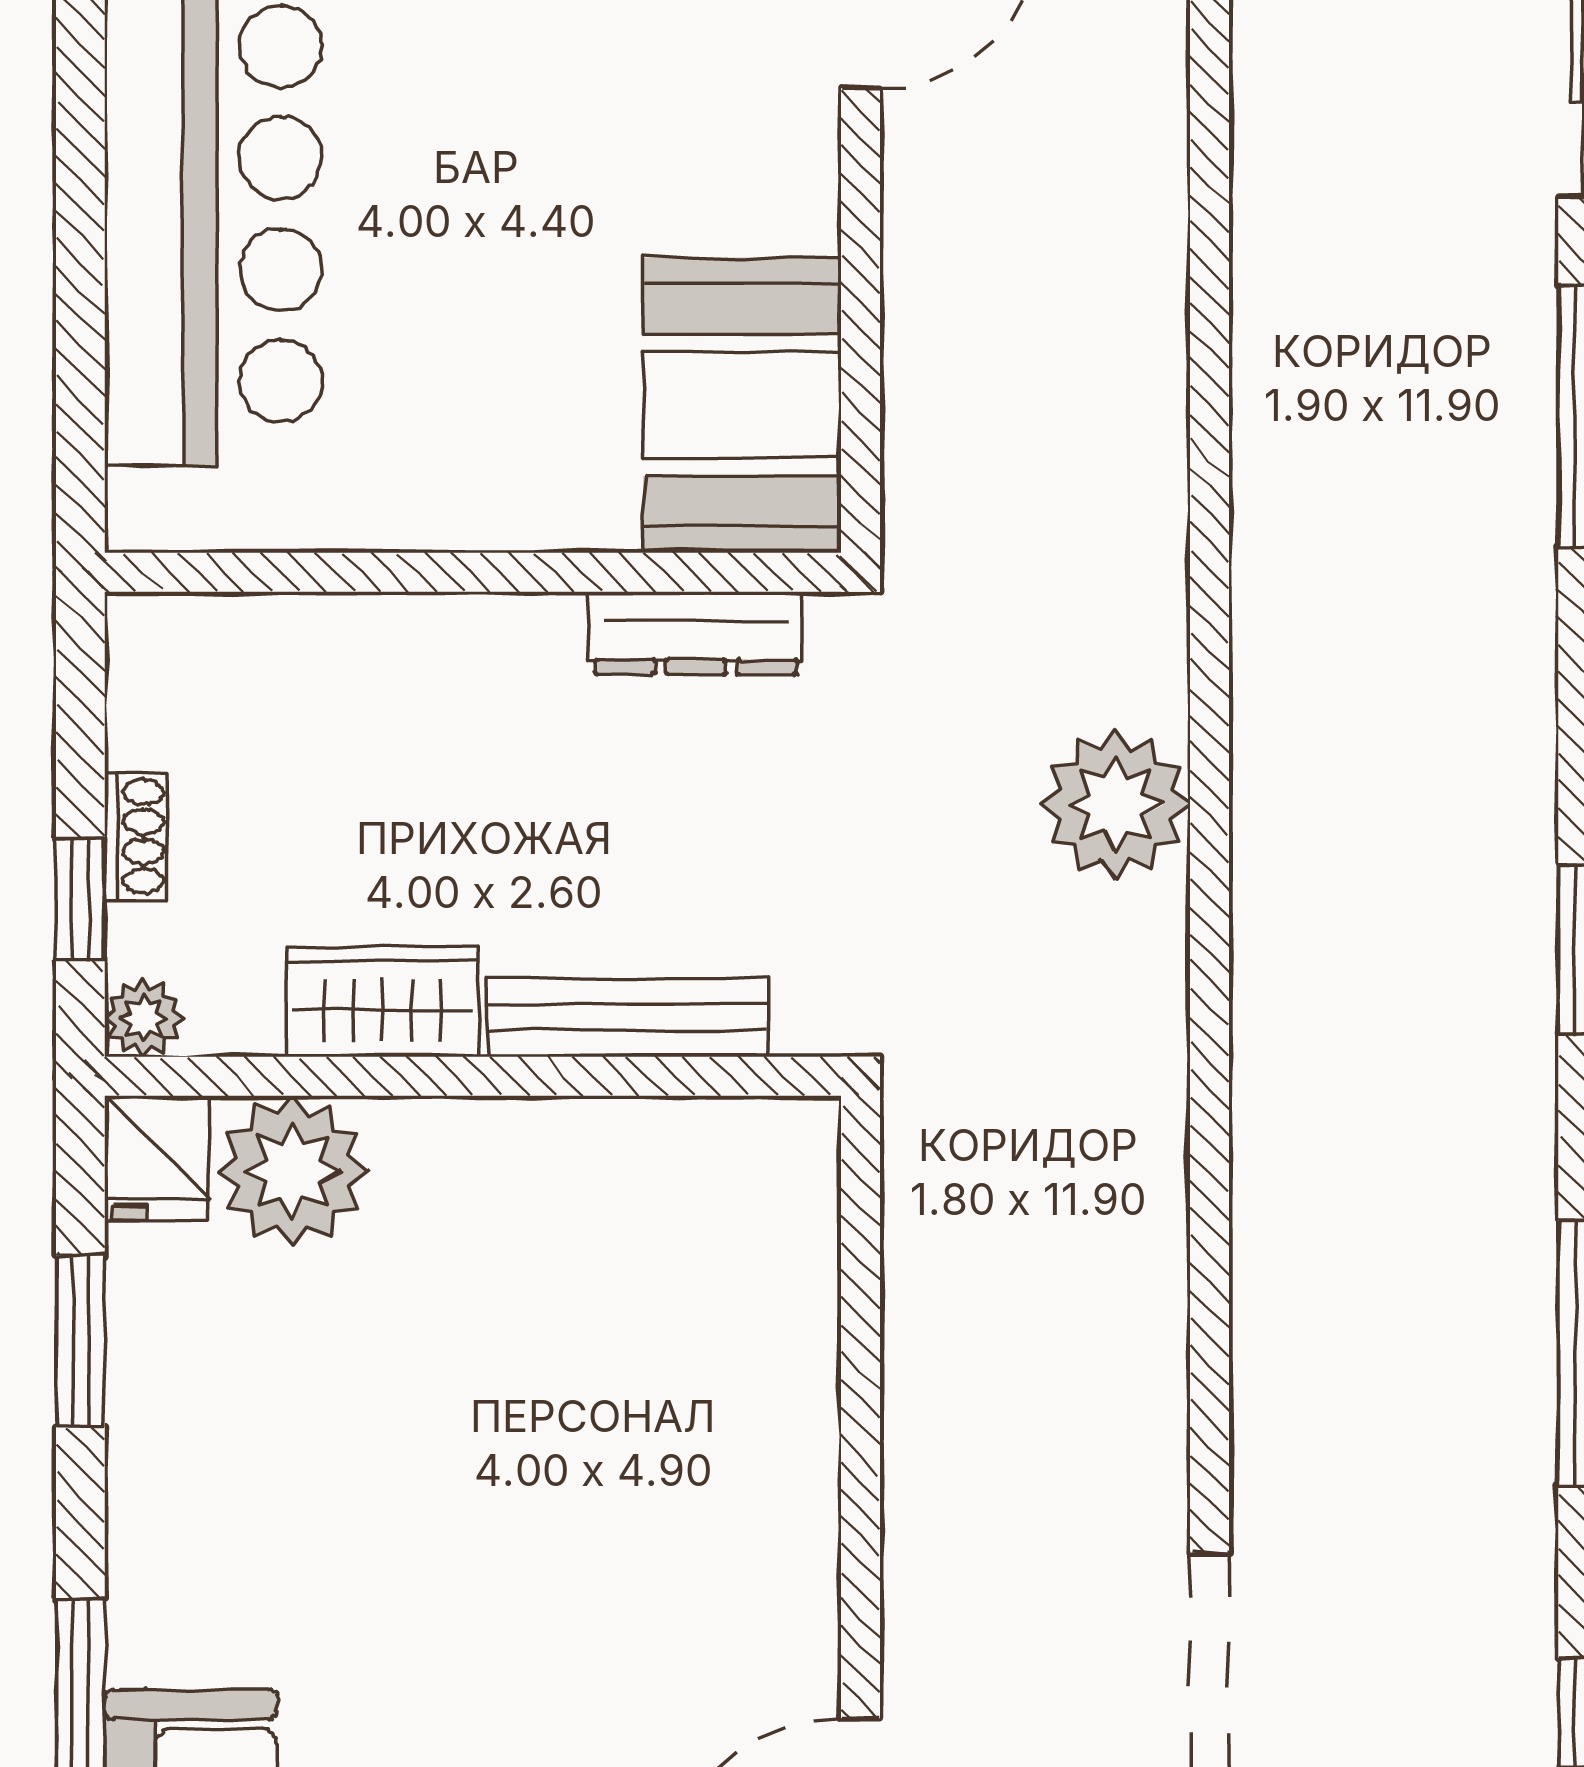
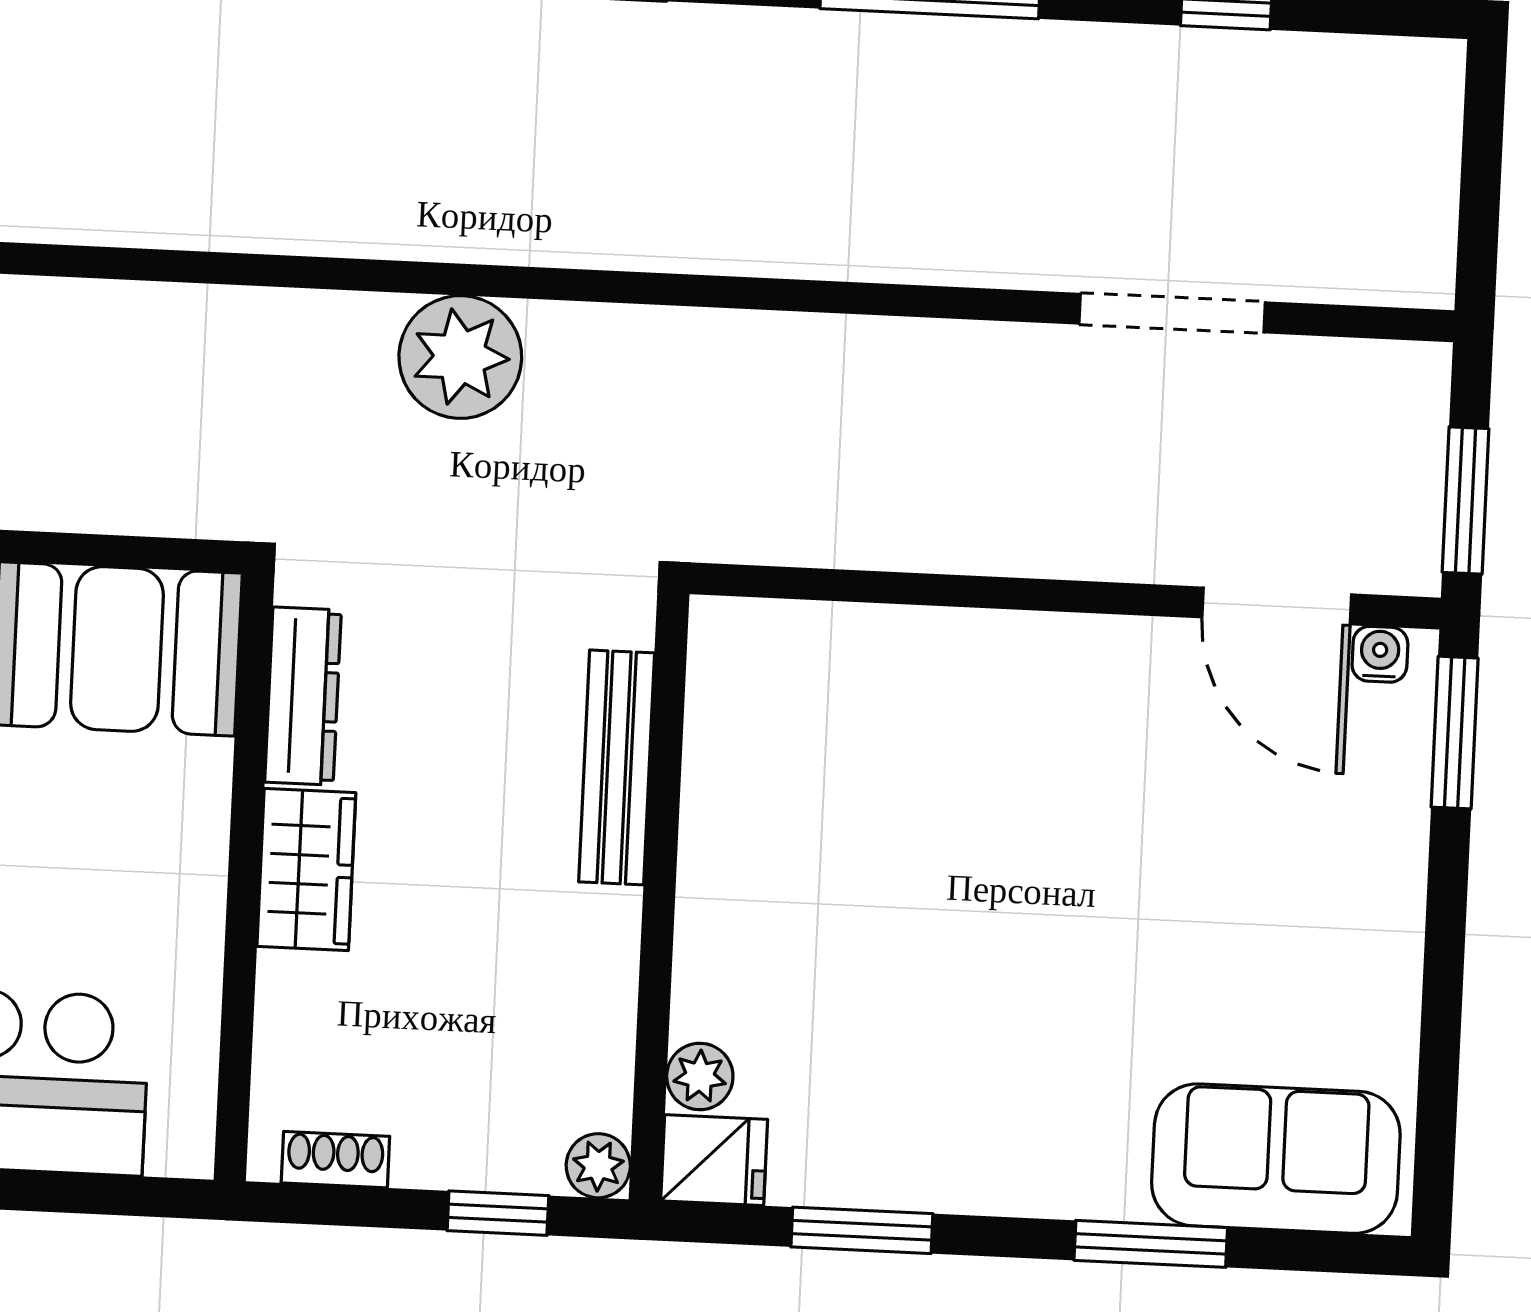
shoe rack: (136, 837) -> (335, 1160), moved
wardrobe: (383, 1001) -> (306, 870), moved, turned 180
plant: (293, 1171) -> (700, 1077), width x0.53, depth x0.53

